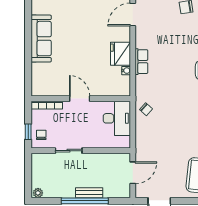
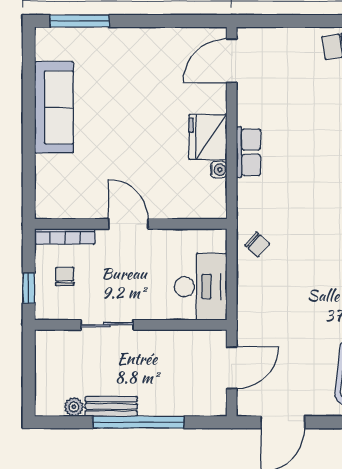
desk: (117, 118) -> (201, 287), moved
chair: (41, 135) -> (65, 276), moved
plant: (38, 193) -> (74, 407), moved
bench: (89, 193) -> (111, 406), moved

